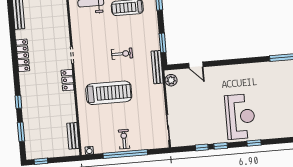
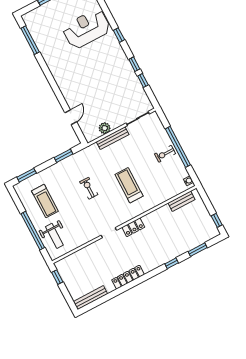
bench: (157, 67) -> (113, 138), moved
plant: (171, 80) -> (105, 128), moved
treadmill: (109, 93) -> (129, 185), width x0.73, depth x0.73
reception desk: (240, 117) -> (86, 29), moved

